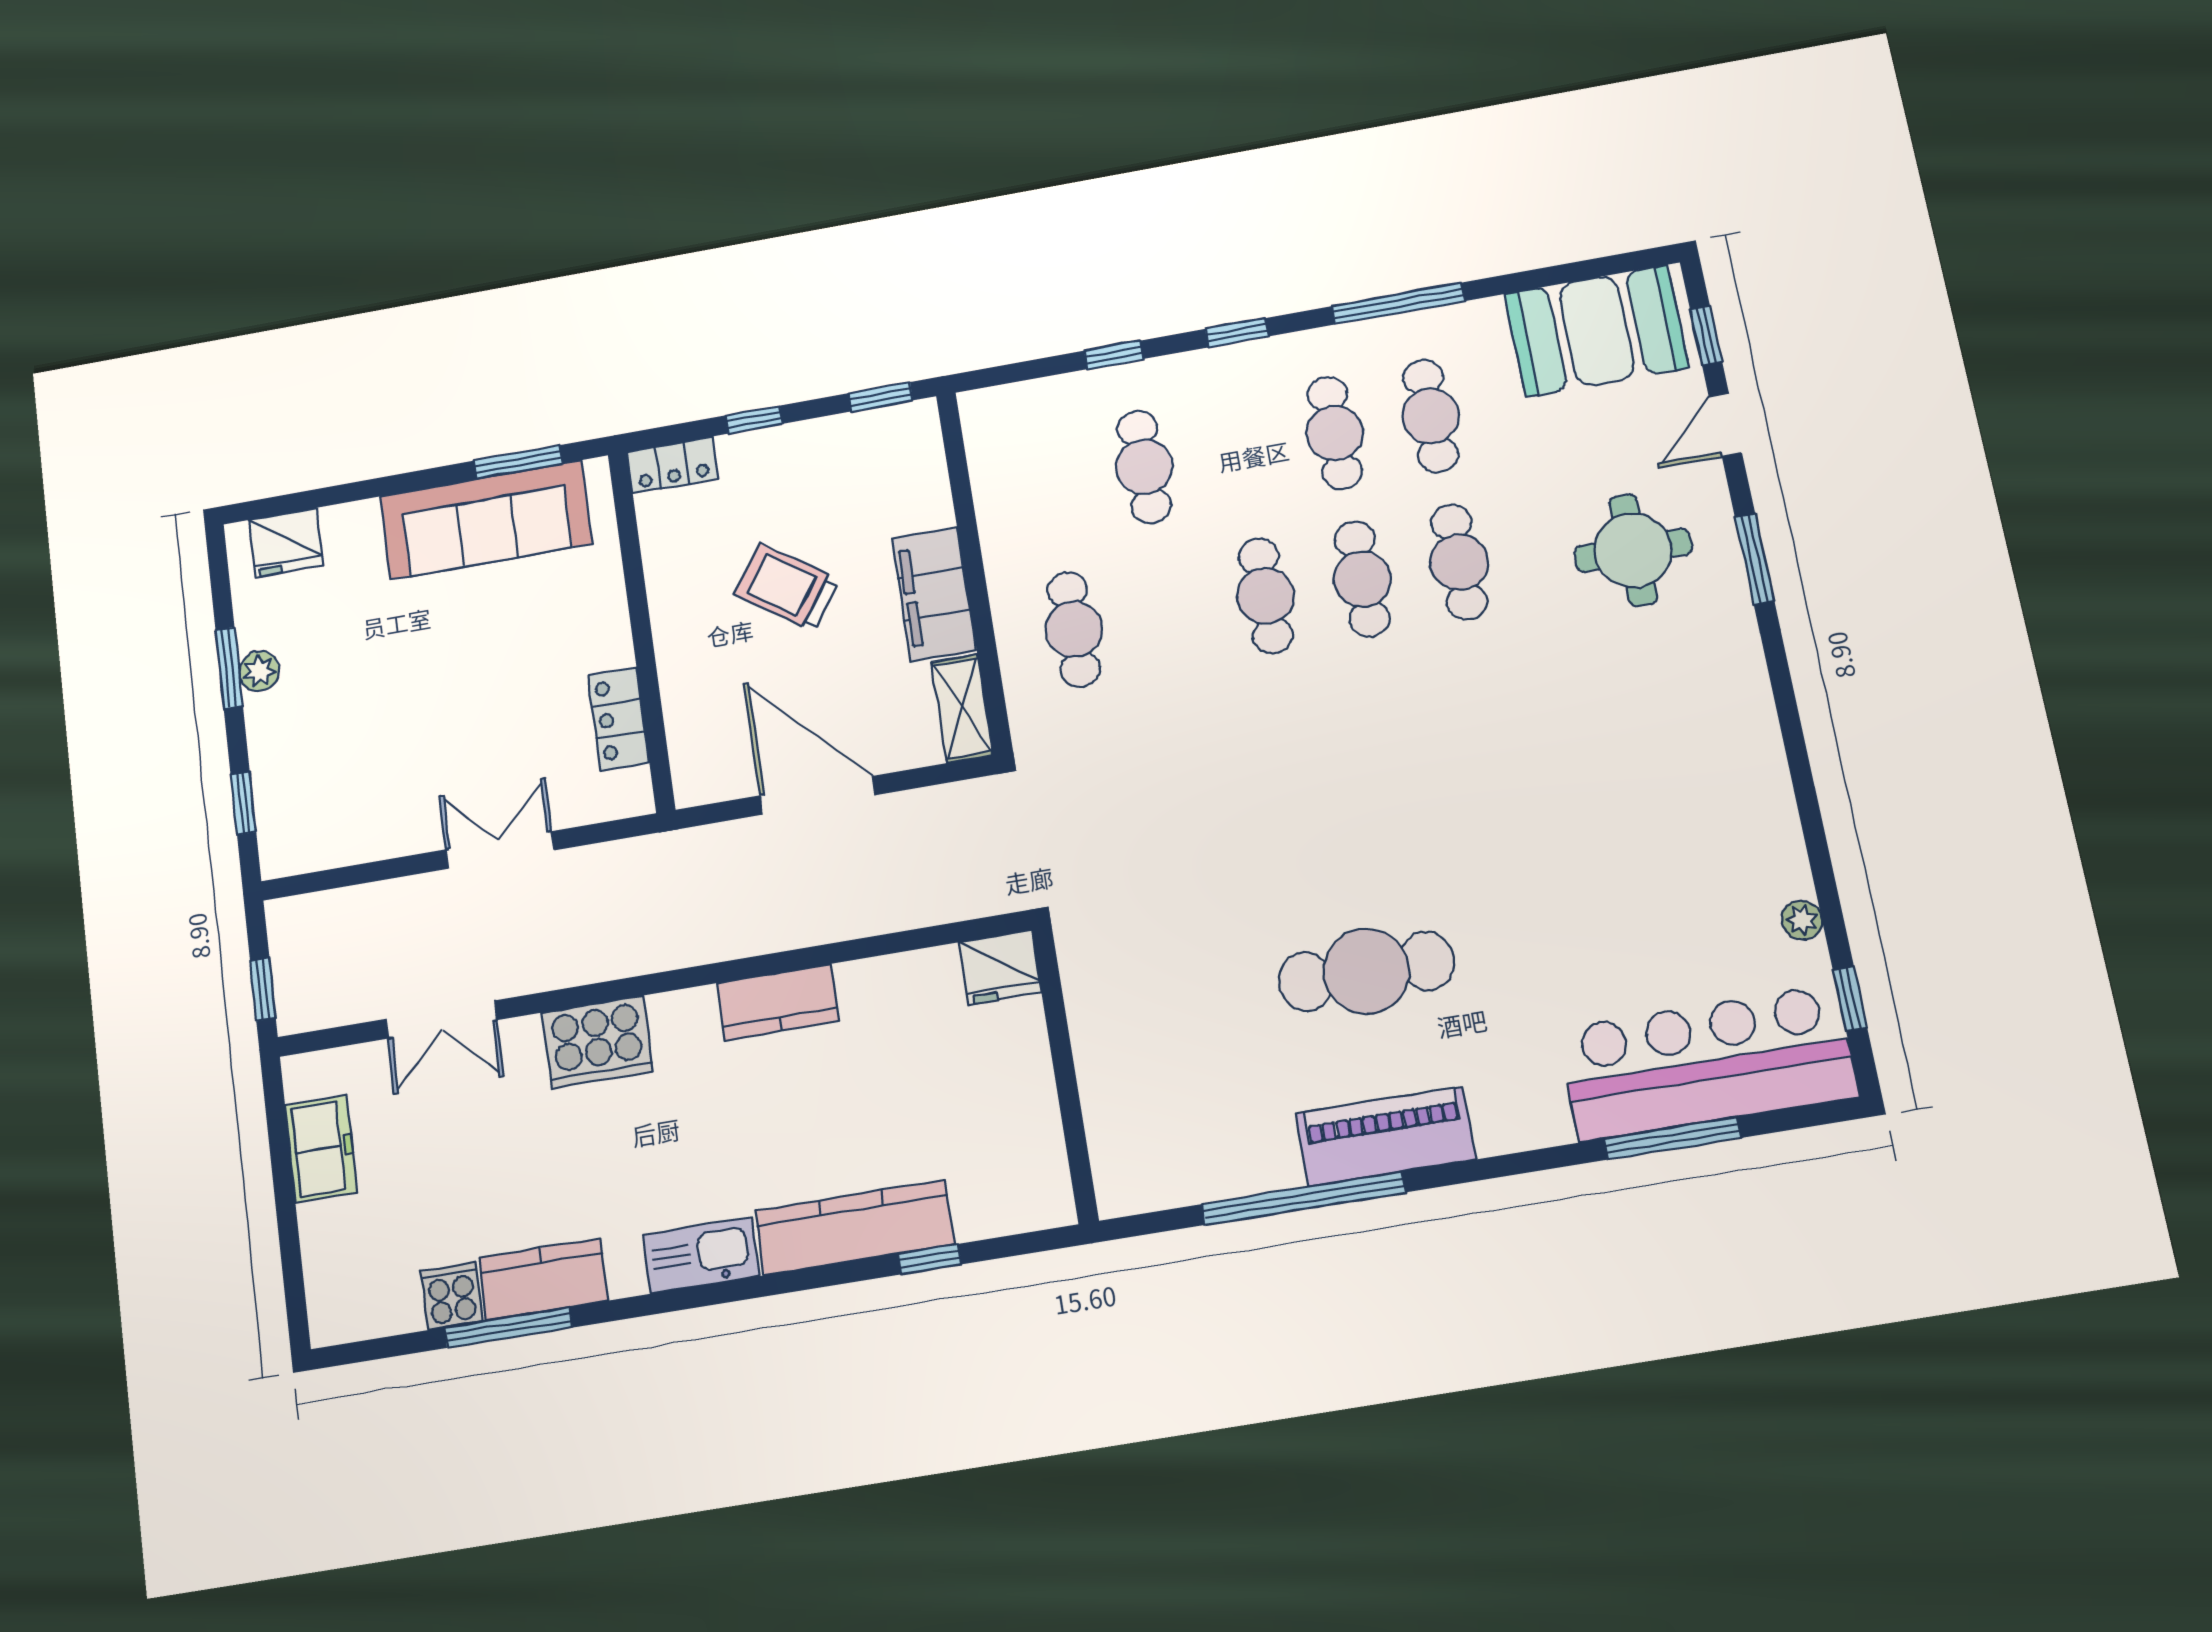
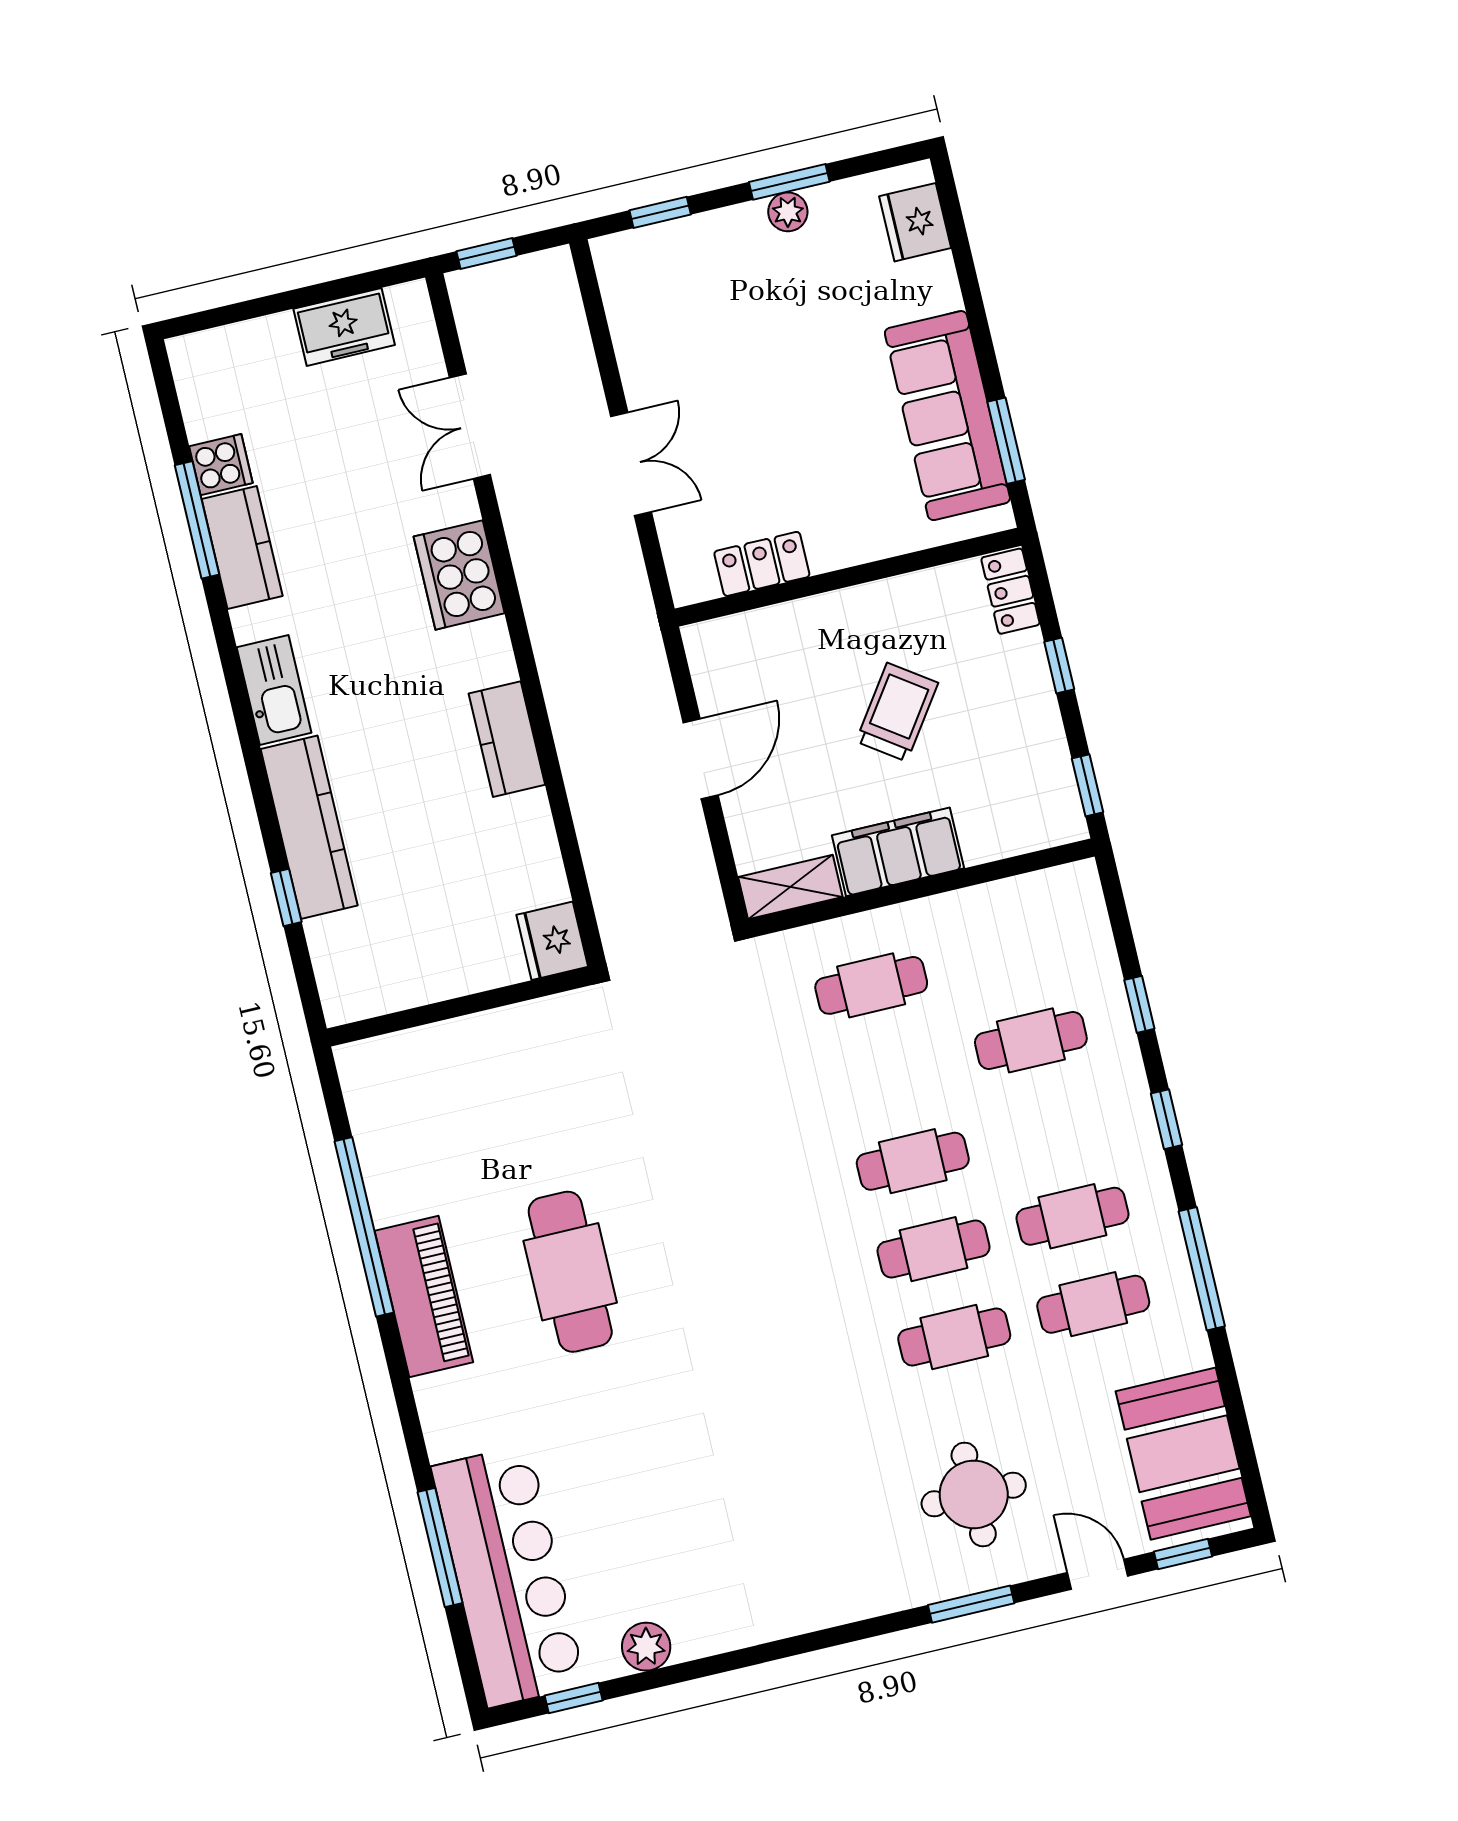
door: (818, 795) -> (701, 759), width x0.73
plant: (1802, 920) -> (646, 1647), width x1.38, depth x1.38

